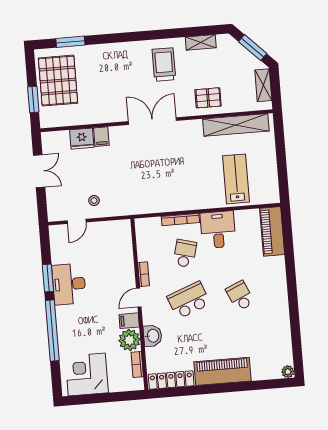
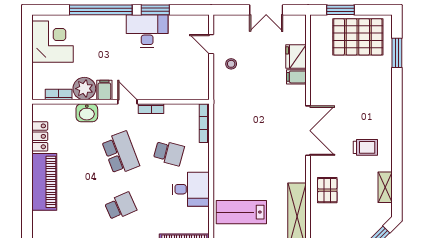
trolley: (164, 65) -> (365, 147), width x0.73, depth x0.72
lab bench: (236, 179) -> (241, 212), turned 180
bookcase: (180, 220) -> (204, 123), moved
locker: (171, 380) -> (40, 136), width x0.66

